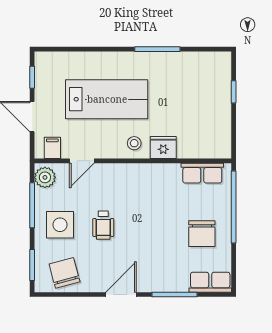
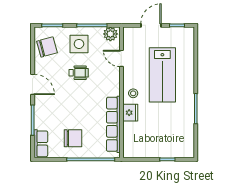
filing cabinet: (52, 148) -> (130, 39), removed
row of seats: (202, 173) -> (113, 124), width x2.02
wheelchair: (103, 225) -> (79, 73), turned 180
chair: (202, 234) -> (73, 138), turned 180

